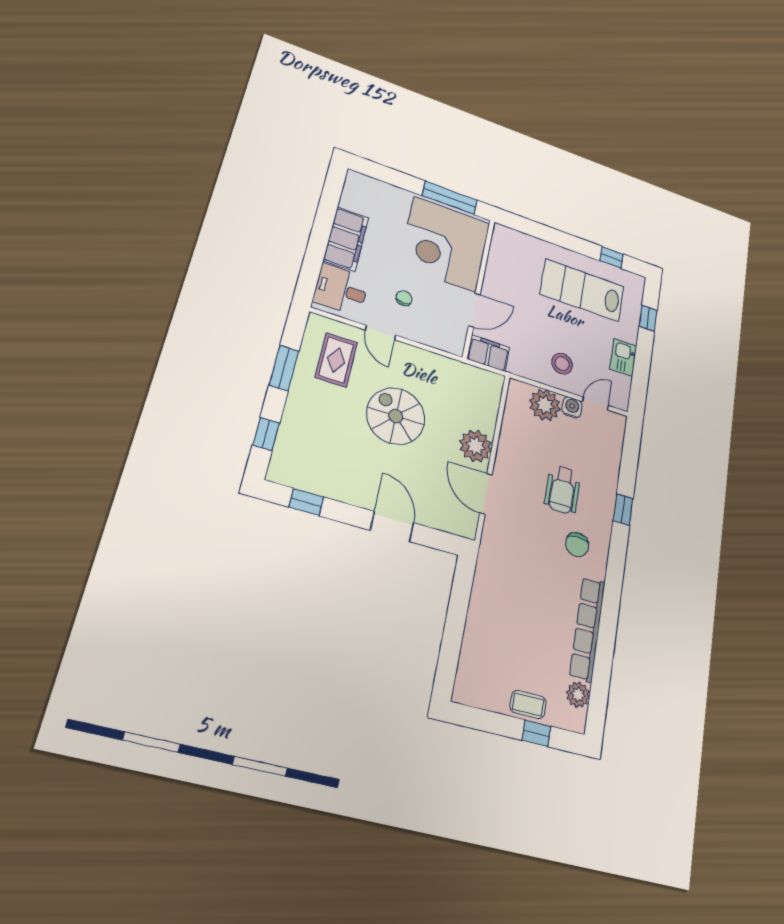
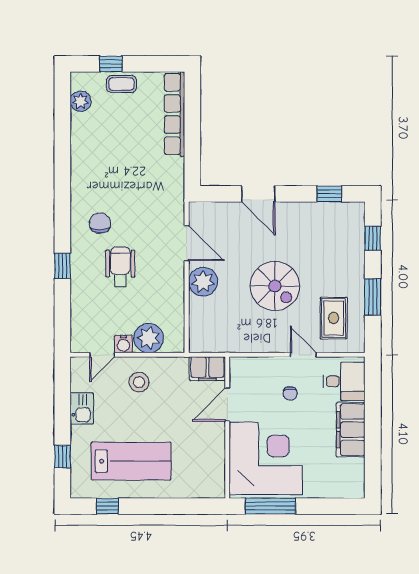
row of seats: (587, 629) -> (175, 114), moved, turned 180

